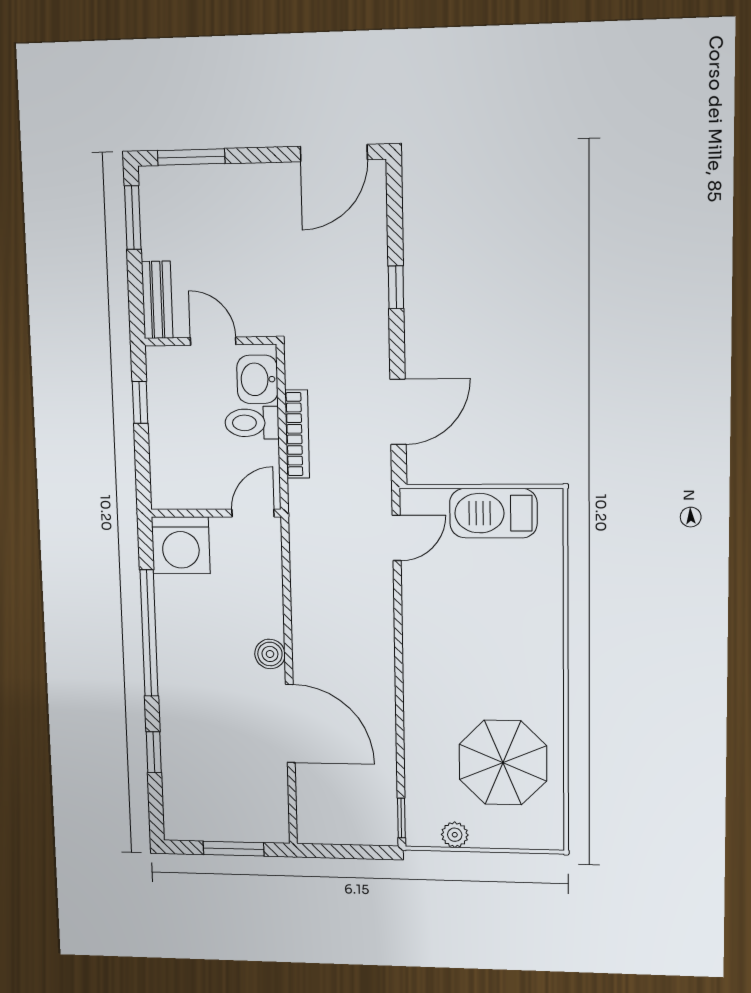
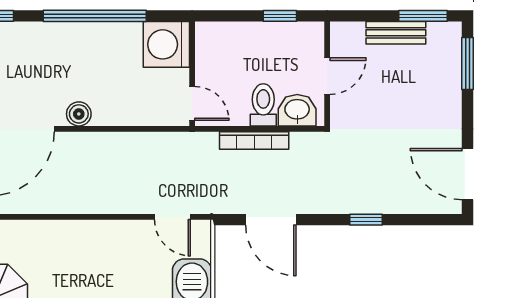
bench: (157, 300) -> (396, 33), moved

